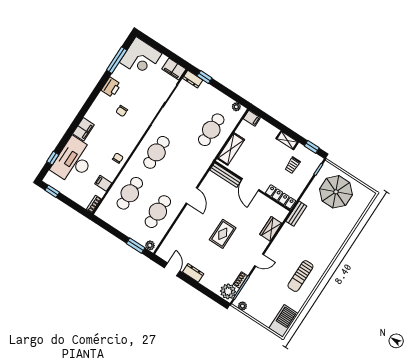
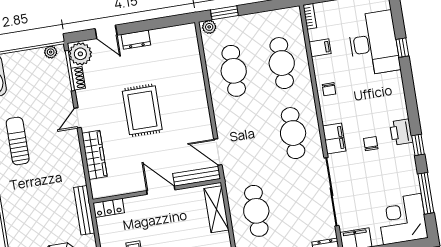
printer: (111, 87) -> (401, 132), moved
window: (98, 88) -> (418, 145), added
filing cabinet: (83, 129) -> (334, 139), moved, turned 180
window: (53, 158) -> (402, 48), moved
door: (192, 196) -> (218, 152), moved
locker: (281, 197) -> (109, 208), width x0.66
bench: (296, 214) -> (84, 210), width x1.36
wardrobe: (271, 229) -> (94, 155), width x1.50
rug: (223, 234) -> (142, 110), width x1.36, depth x1.43
door: (172, 269) -> (106, 32), moved

